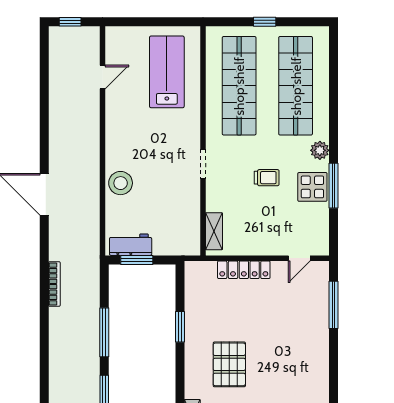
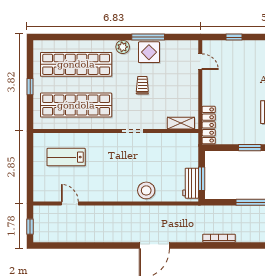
lab bench: (167, 72) -> (66, 157), width x0.73, depth x0.72
locker: (244, 270) -> (209, 125), moved
window: (333, 305) -> (234, 37), width x0.46

